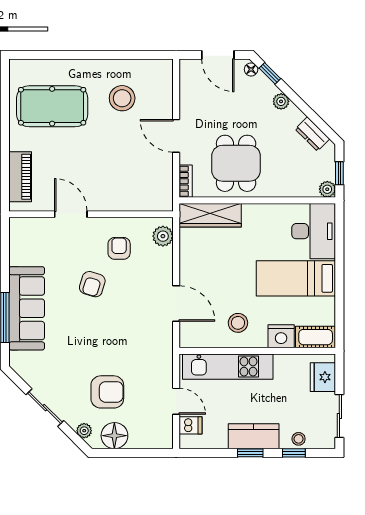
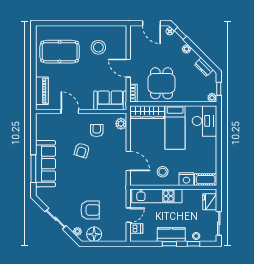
sofa: (143, 194) -> (110, 100), added
bed: (296, 278) -> (175, 127), moved, turned -90
door: (176, 401) -> (128, 215), hinge flipped

